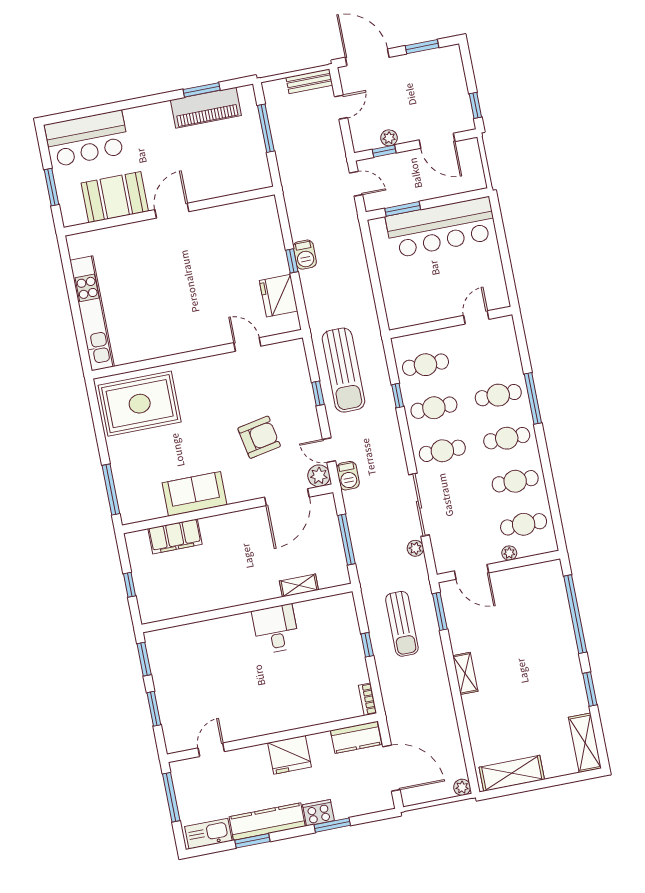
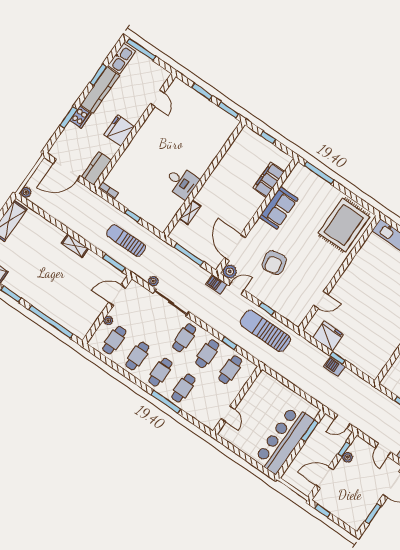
window: (171, 797) -> (141, 49), moved

